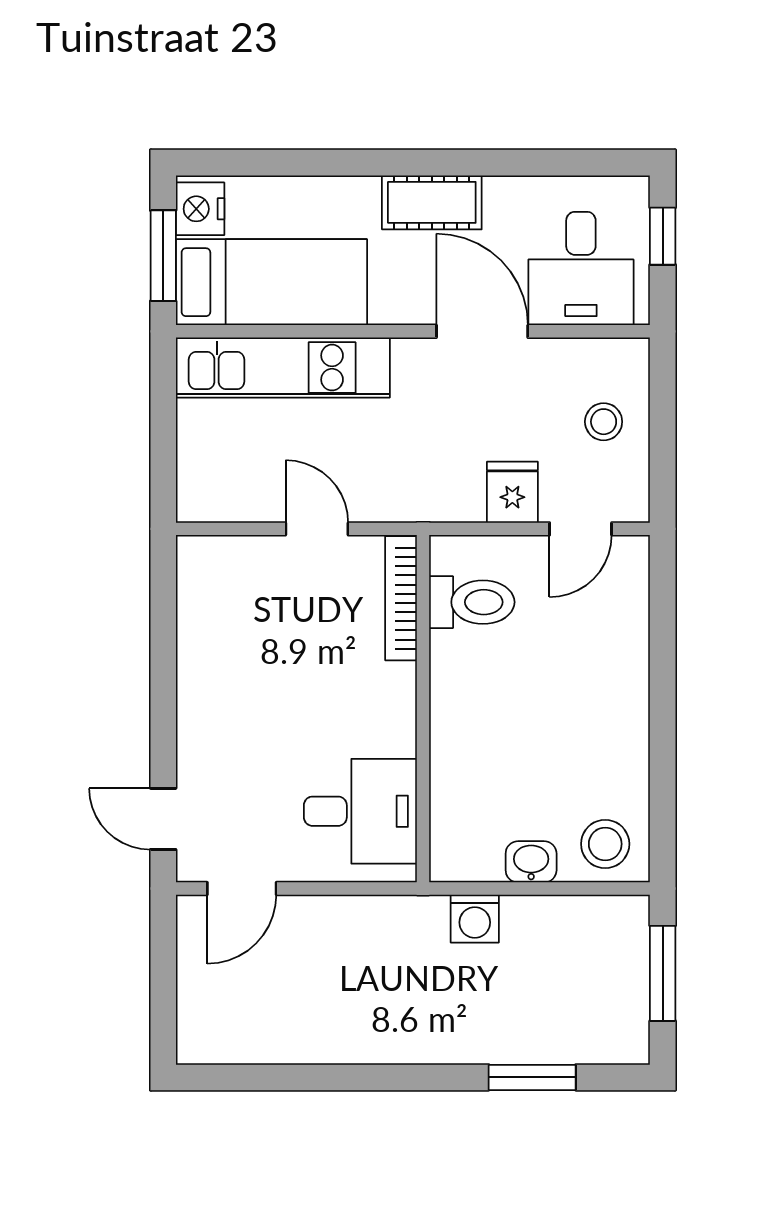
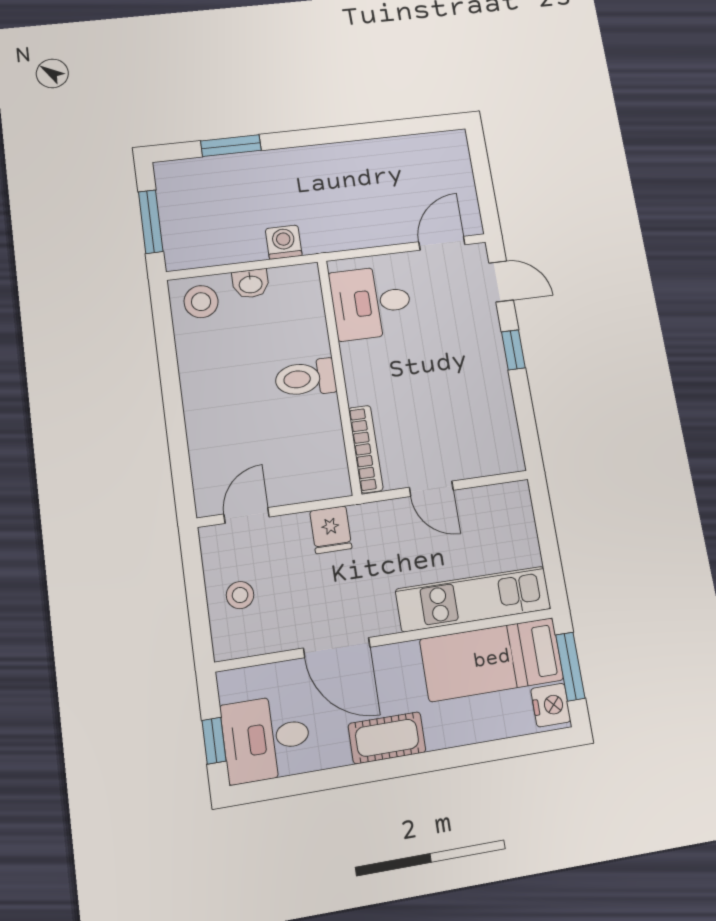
desk: (581, 268) -> (266, 738), moved, turned -90
fridge: (512, 492) -> (331, 530), moved
toilet: (472, 602) -> (305, 378), moved
window: (163, 714) -> (513, 350), added

